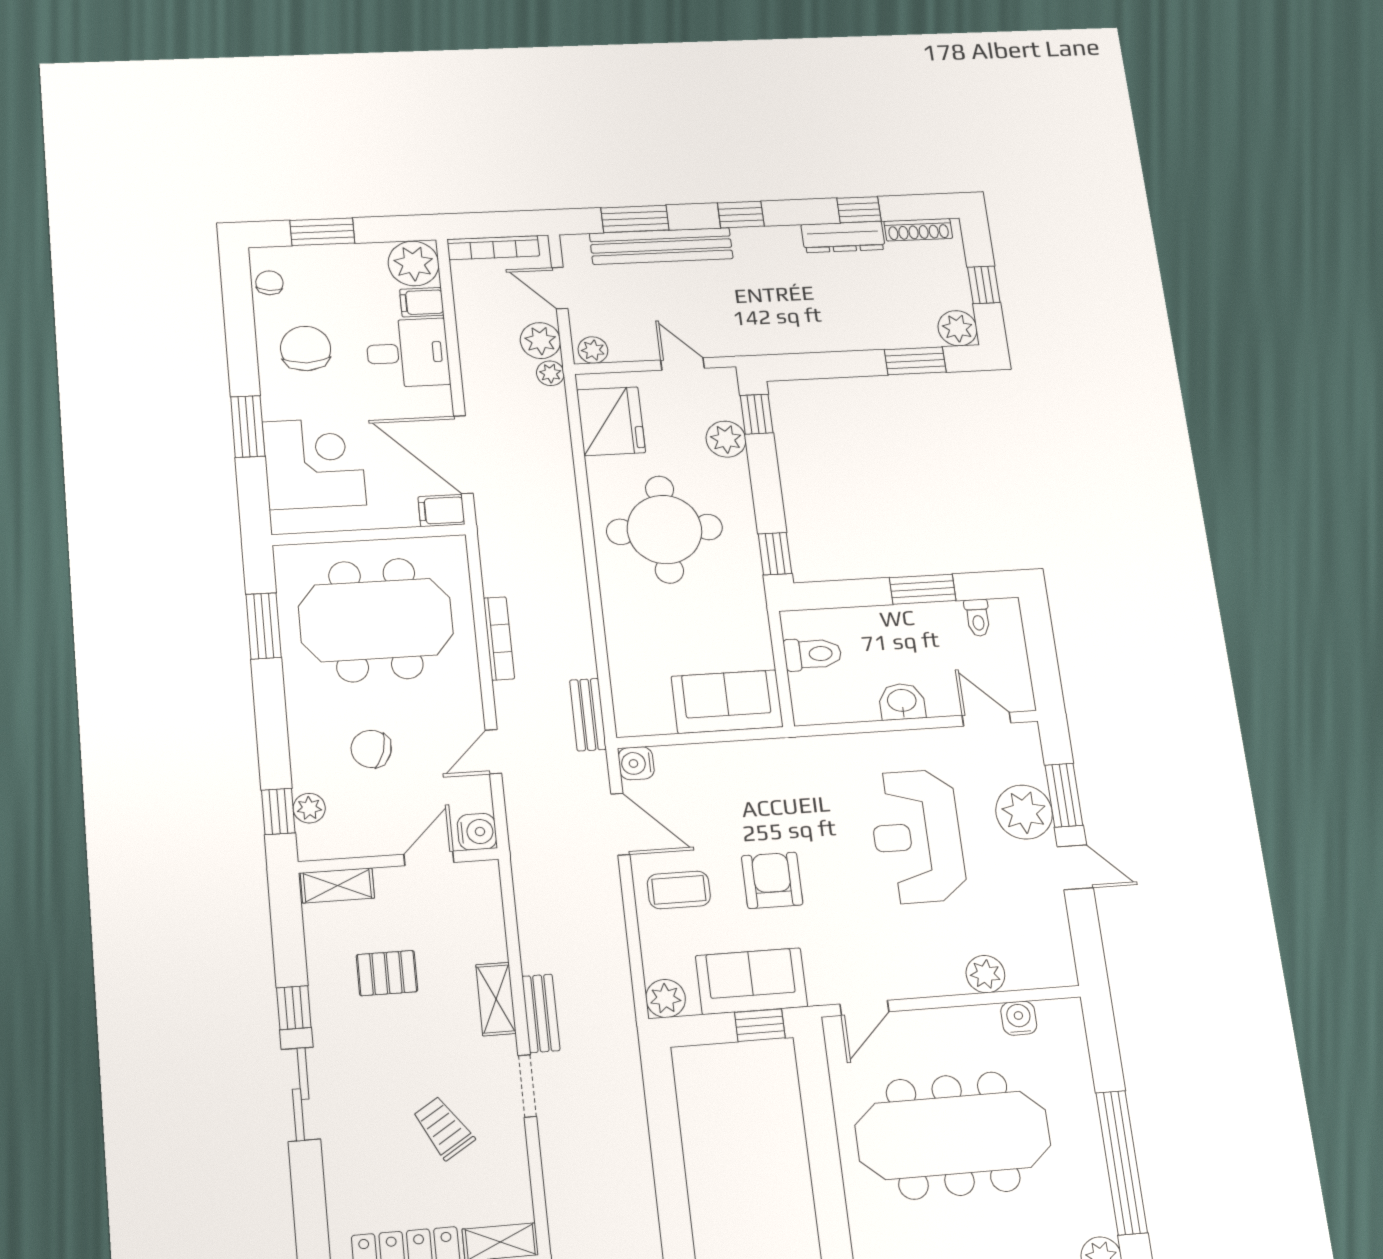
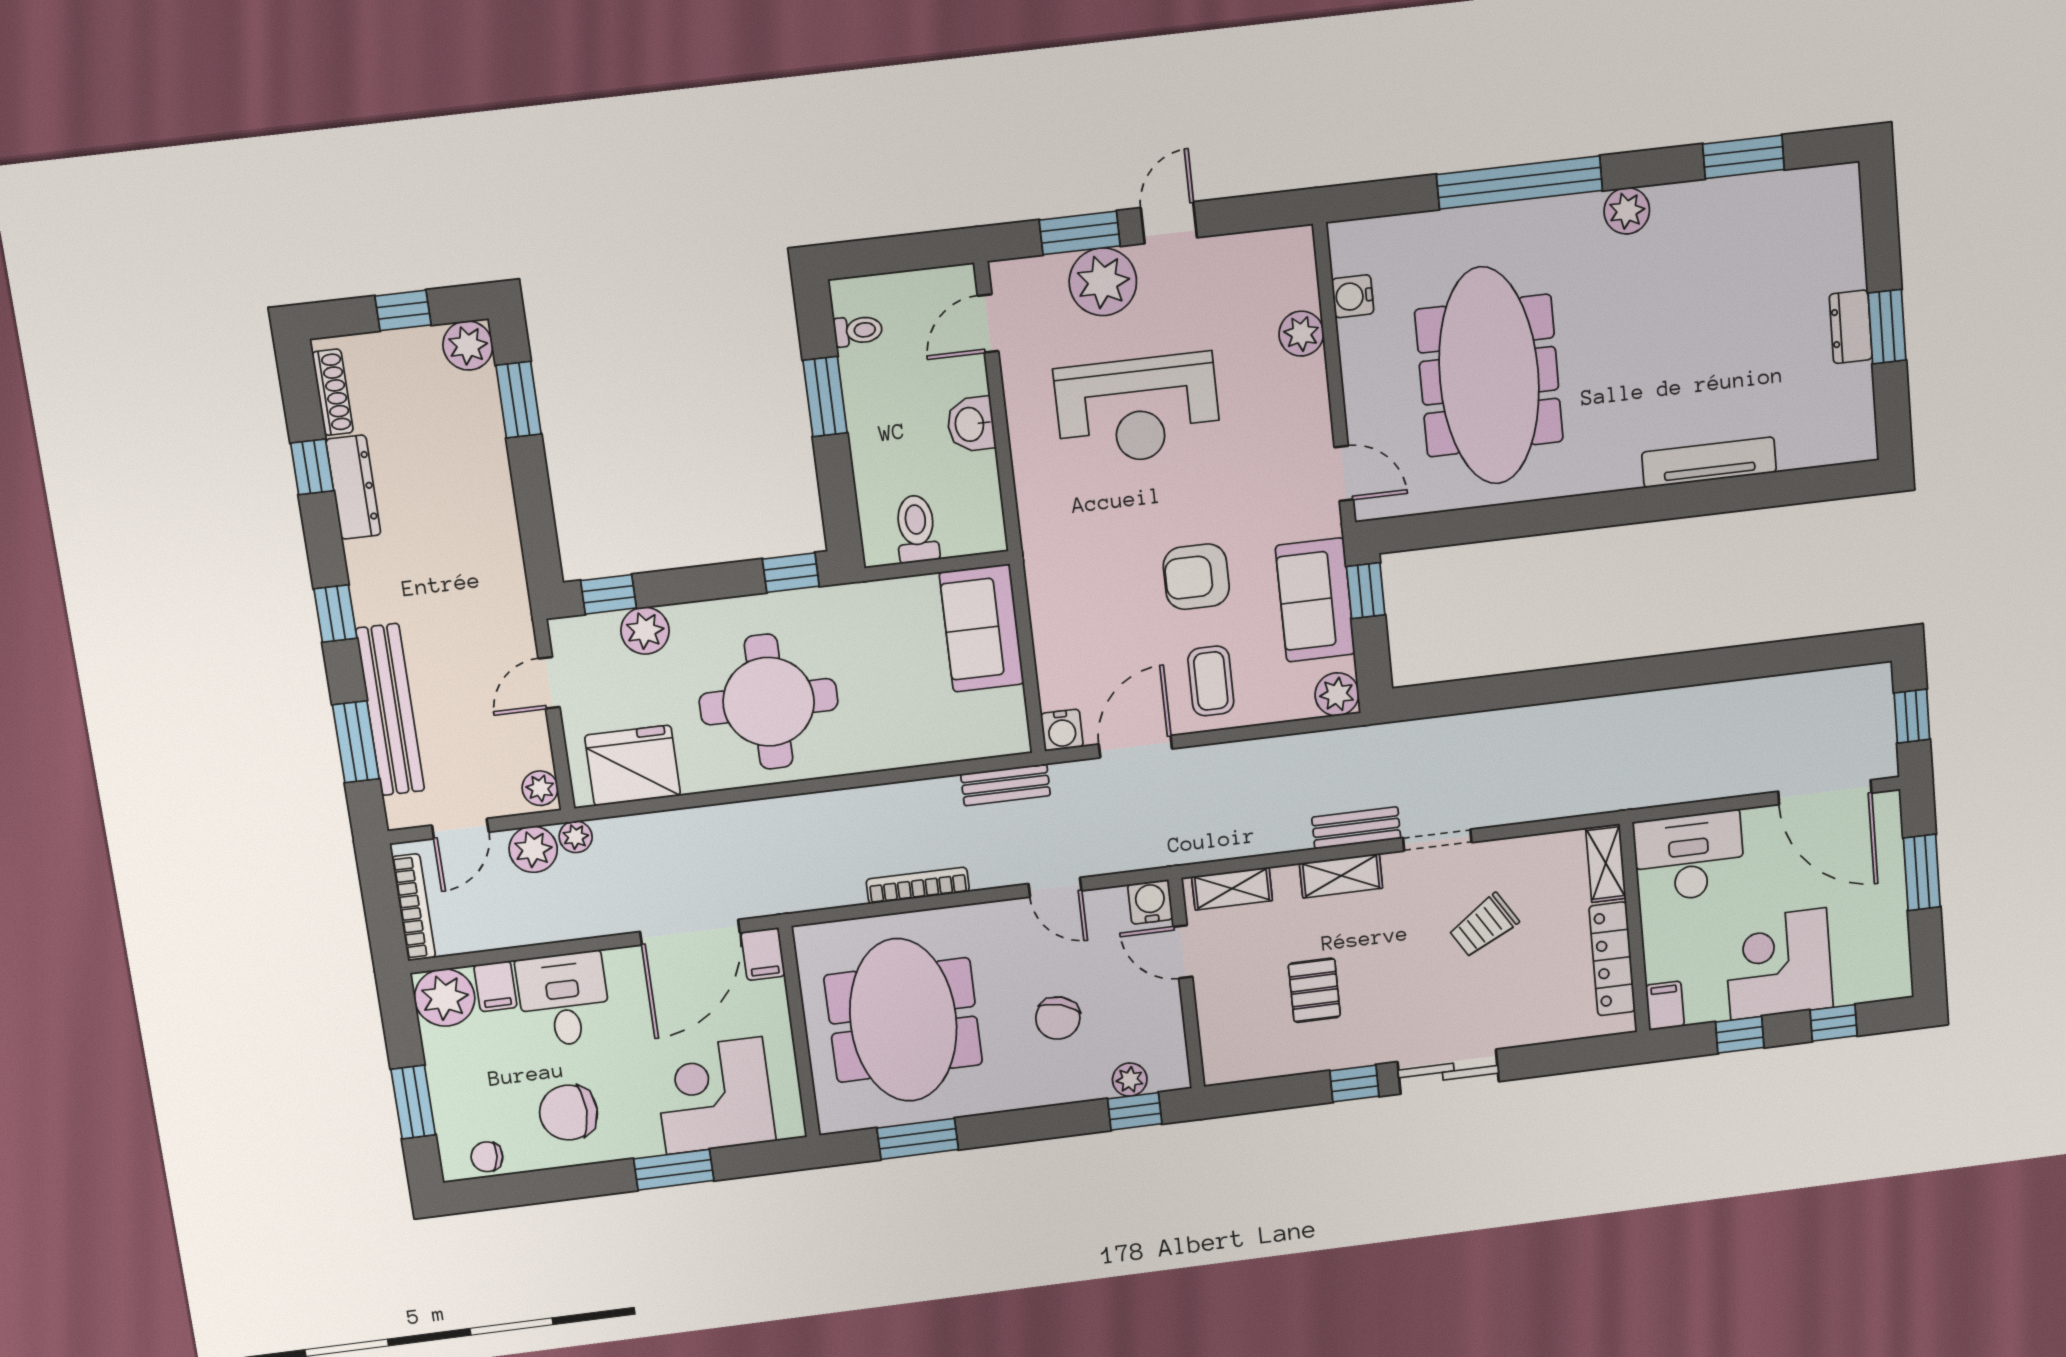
shelving: (337, 885) -> (1232, 889), moved, turned 90

